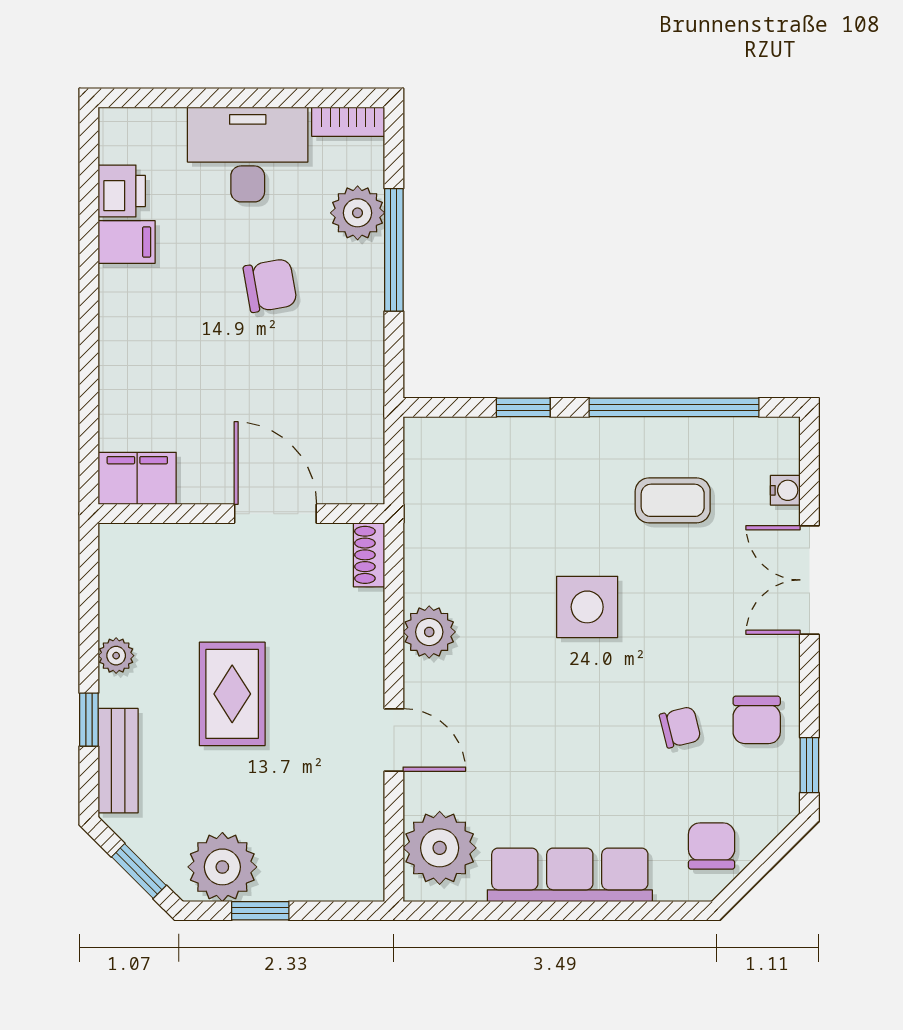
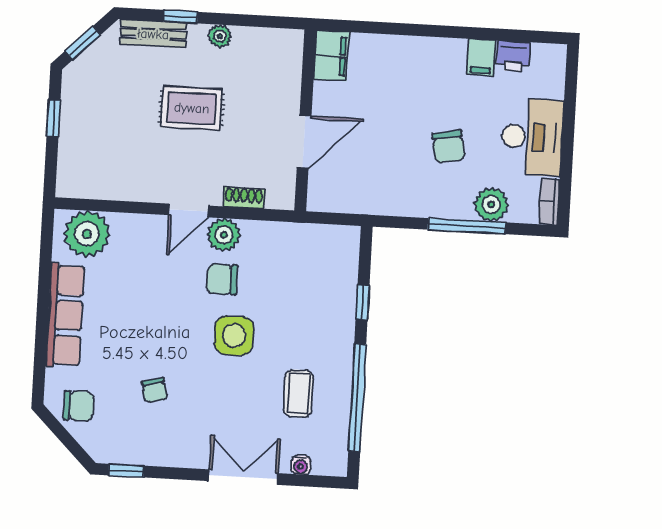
shoe rack: (369, 555) -> (244, 198), moved
chair: (757, 720) -> (222, 279), moved
door: (394, 740) -> (189, 210), moved
plant: (222, 867) -> (83, 96), removed

